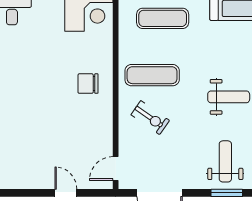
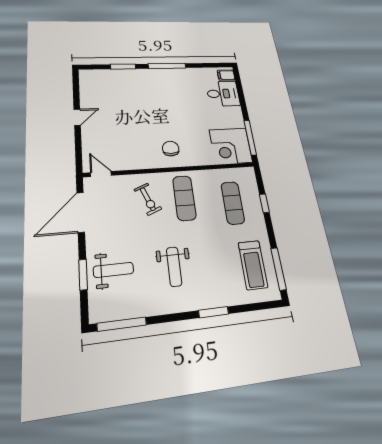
exercise bike: (150, 118) -> (148, 199), turned -57
door: (66, 193) -> (77, 117), moved

